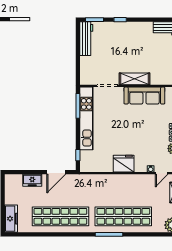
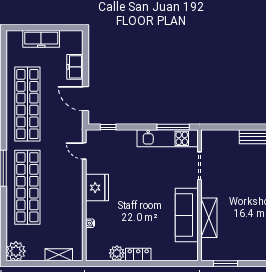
shelving: (135, 79) -> (209, 218), moved
kitchen unit: (86, 118) -> (168, 138), width x0.73
door: (162, 173) -> (84, 151), moved
freezer: (11, 219) -> (41, 39), moved

